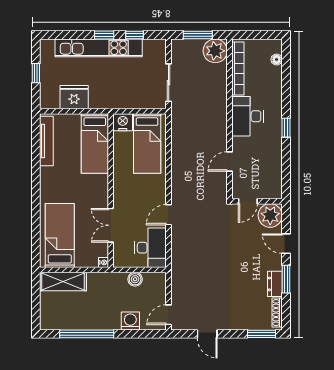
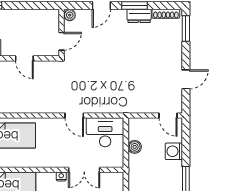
door: (248, 201) -> (62, 41), hinge flipped
plant: (270, 215) -> (70, 15), width x0.53, depth x0.53
nightstand: (103, 262) -> (61, 176), moved

